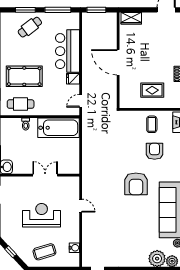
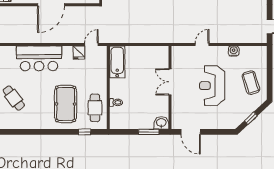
fridge: (73, 79) -> (79, 53), moved
door: (81, 101) -> (91, 44), swing flipped
bathtub: (58, 128) -> (117, 62), width x0.73, depth x0.73
water cooler: (74, 248) -> (234, 51), moved

